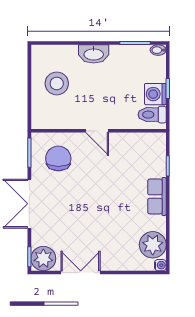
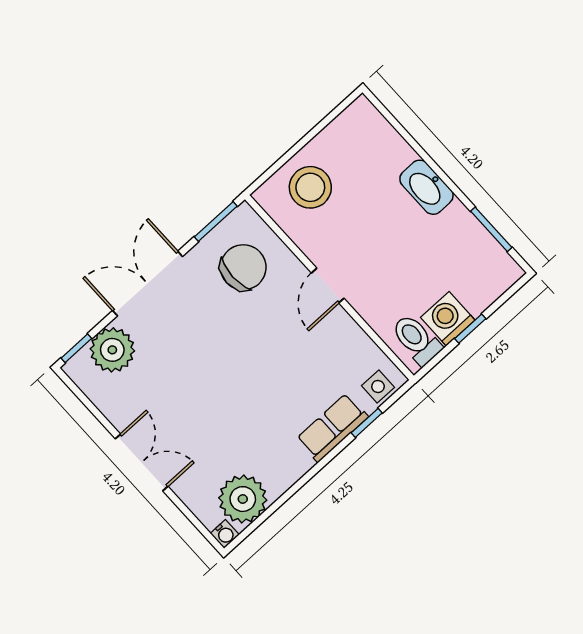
bidet: (158, 50) -> (510, 269), removed
stool: (57, 83) -> (310, 187), moved
side table: (157, 148) -> (378, 386), added
row of seats: (157, 196) -> (332, 428), moved
plant: (43, 259) -> (112, 350), moved
double door: (81, 273) -> (142, 462), moved

